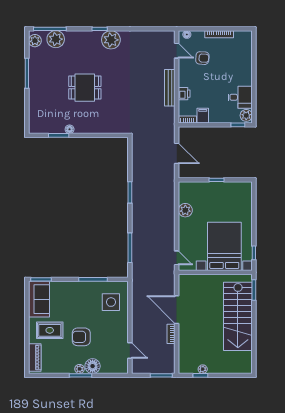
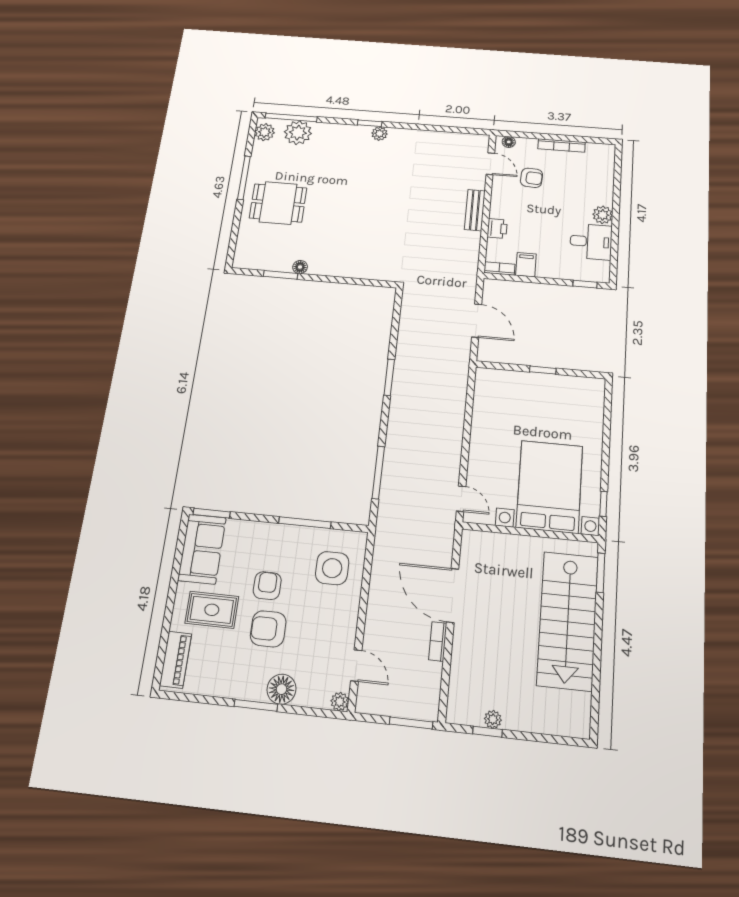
plant: (111, 40) -> (379, 134), width x0.53, depth x0.53
dining table: (85, 88) -> (278, 203), moved
bench: (170, 88) -> (475, 210), width x0.73
plant: (246, 115) -> (603, 215), moved
plant: (185, 210) -> (484, 416), removed
armchair: (77, 315) -> (267, 586), added
plant: (80, 369) -> (340, 702), moved

